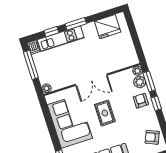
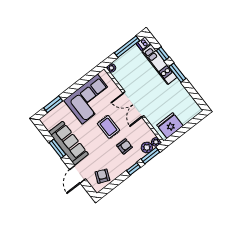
fridge: (108, 27) -> (170, 125), moved, turned 90
armchair: (141, 101) -> (125, 146), moved
rug: (105, 113) -> (108, 127), turned 90

